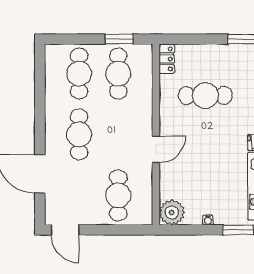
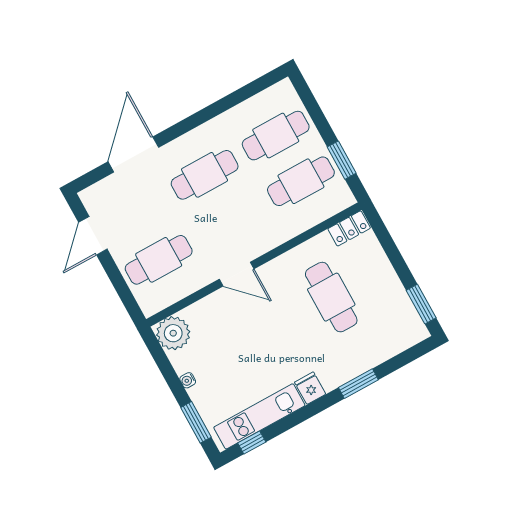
door: (65, 230) -> (93, 236), moved

